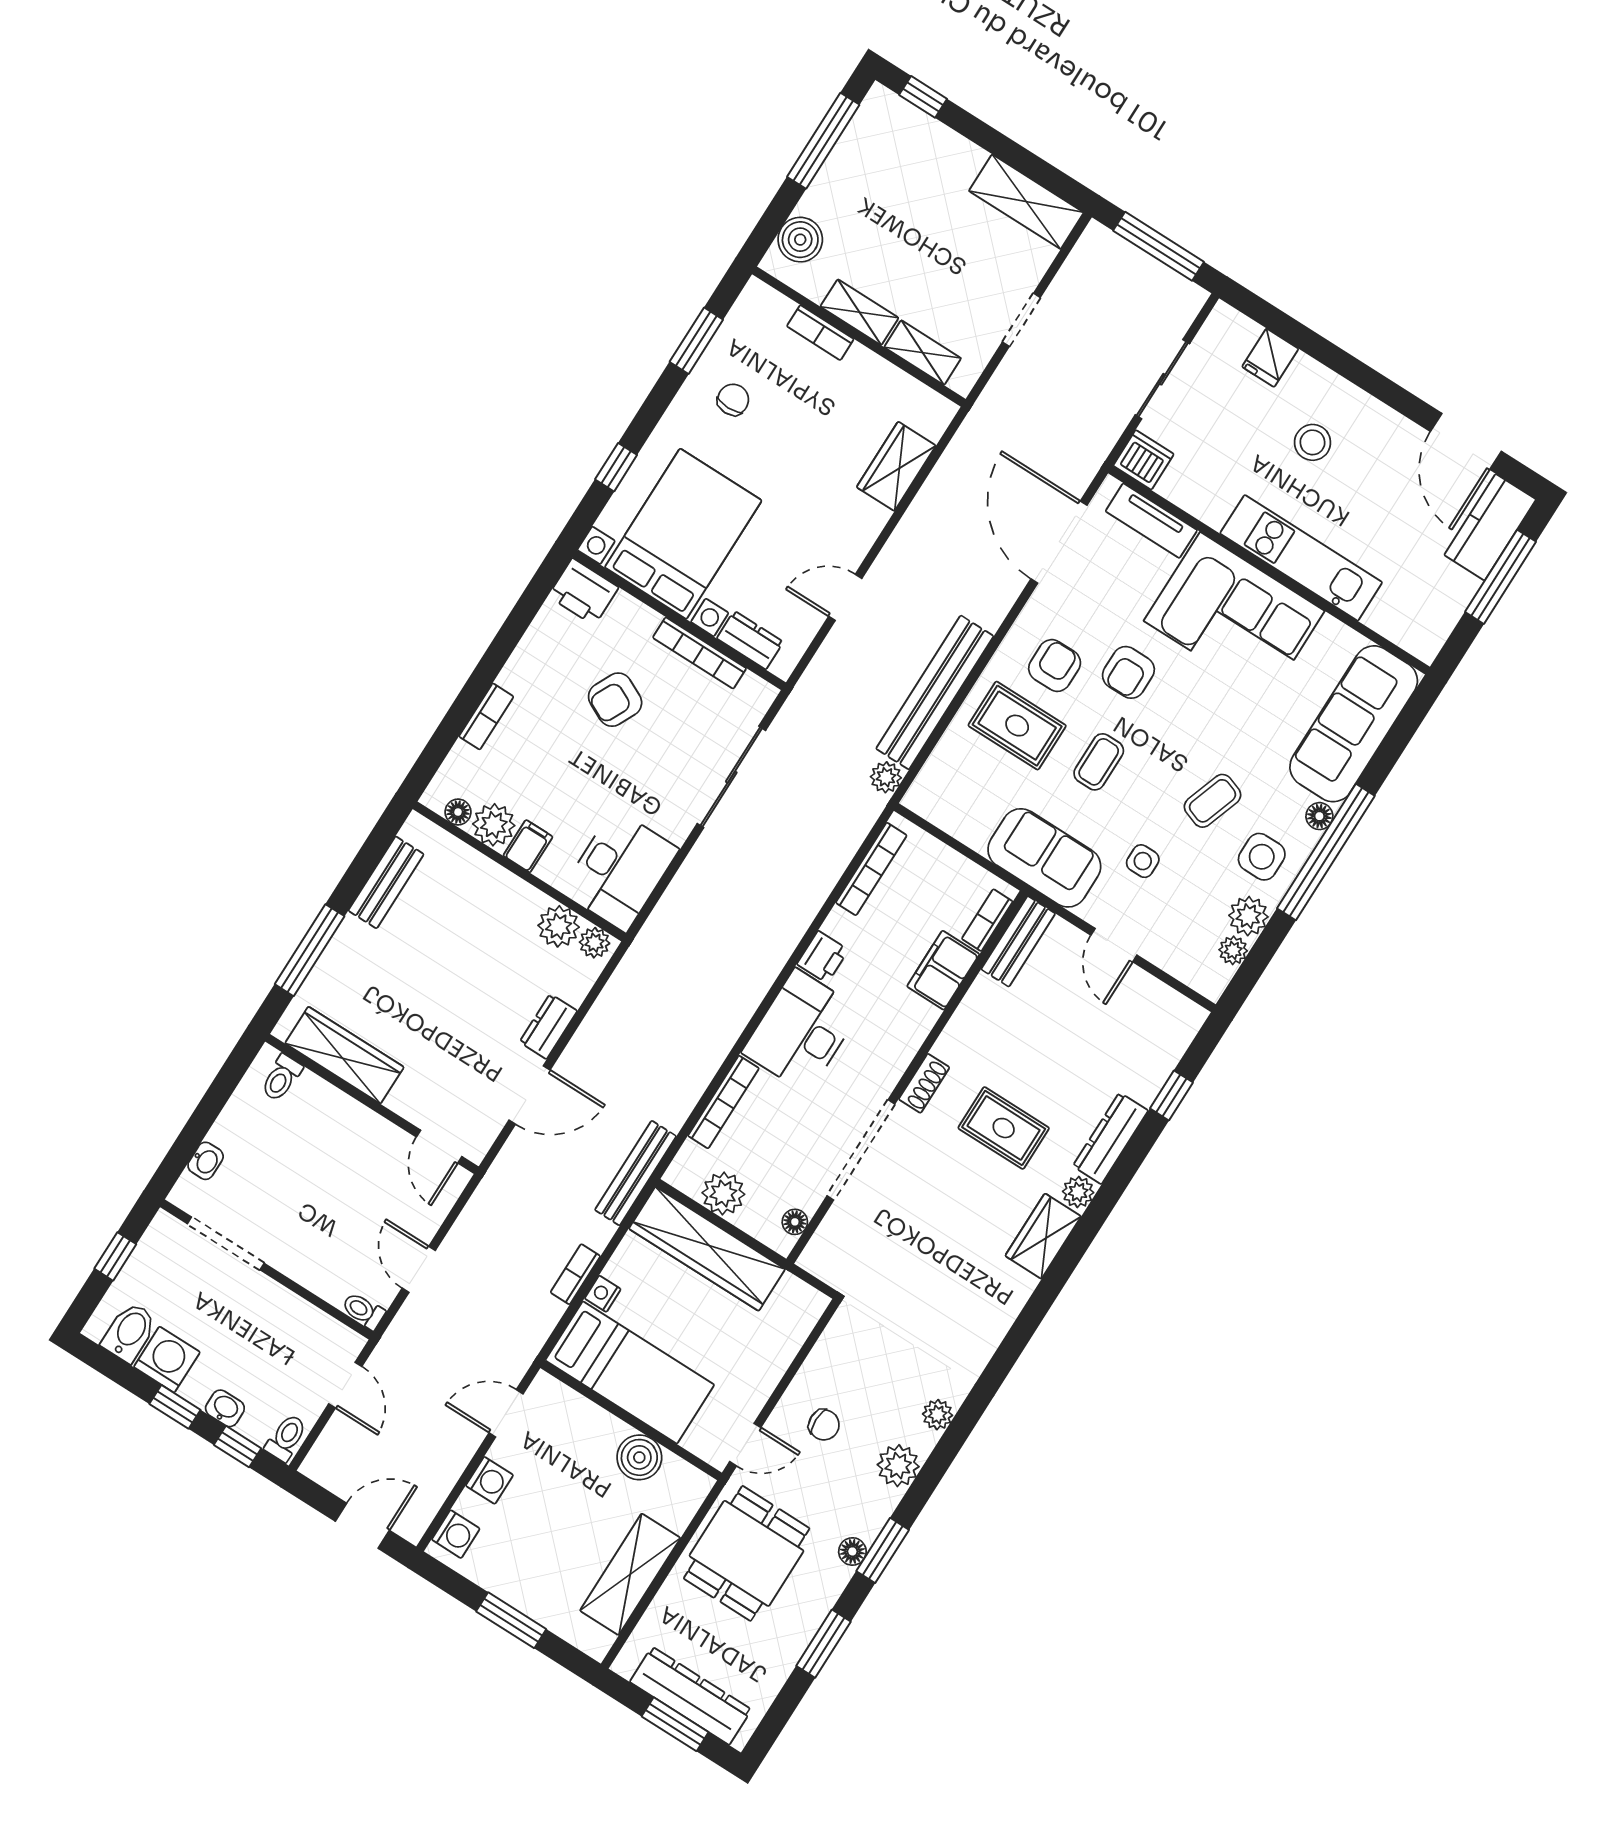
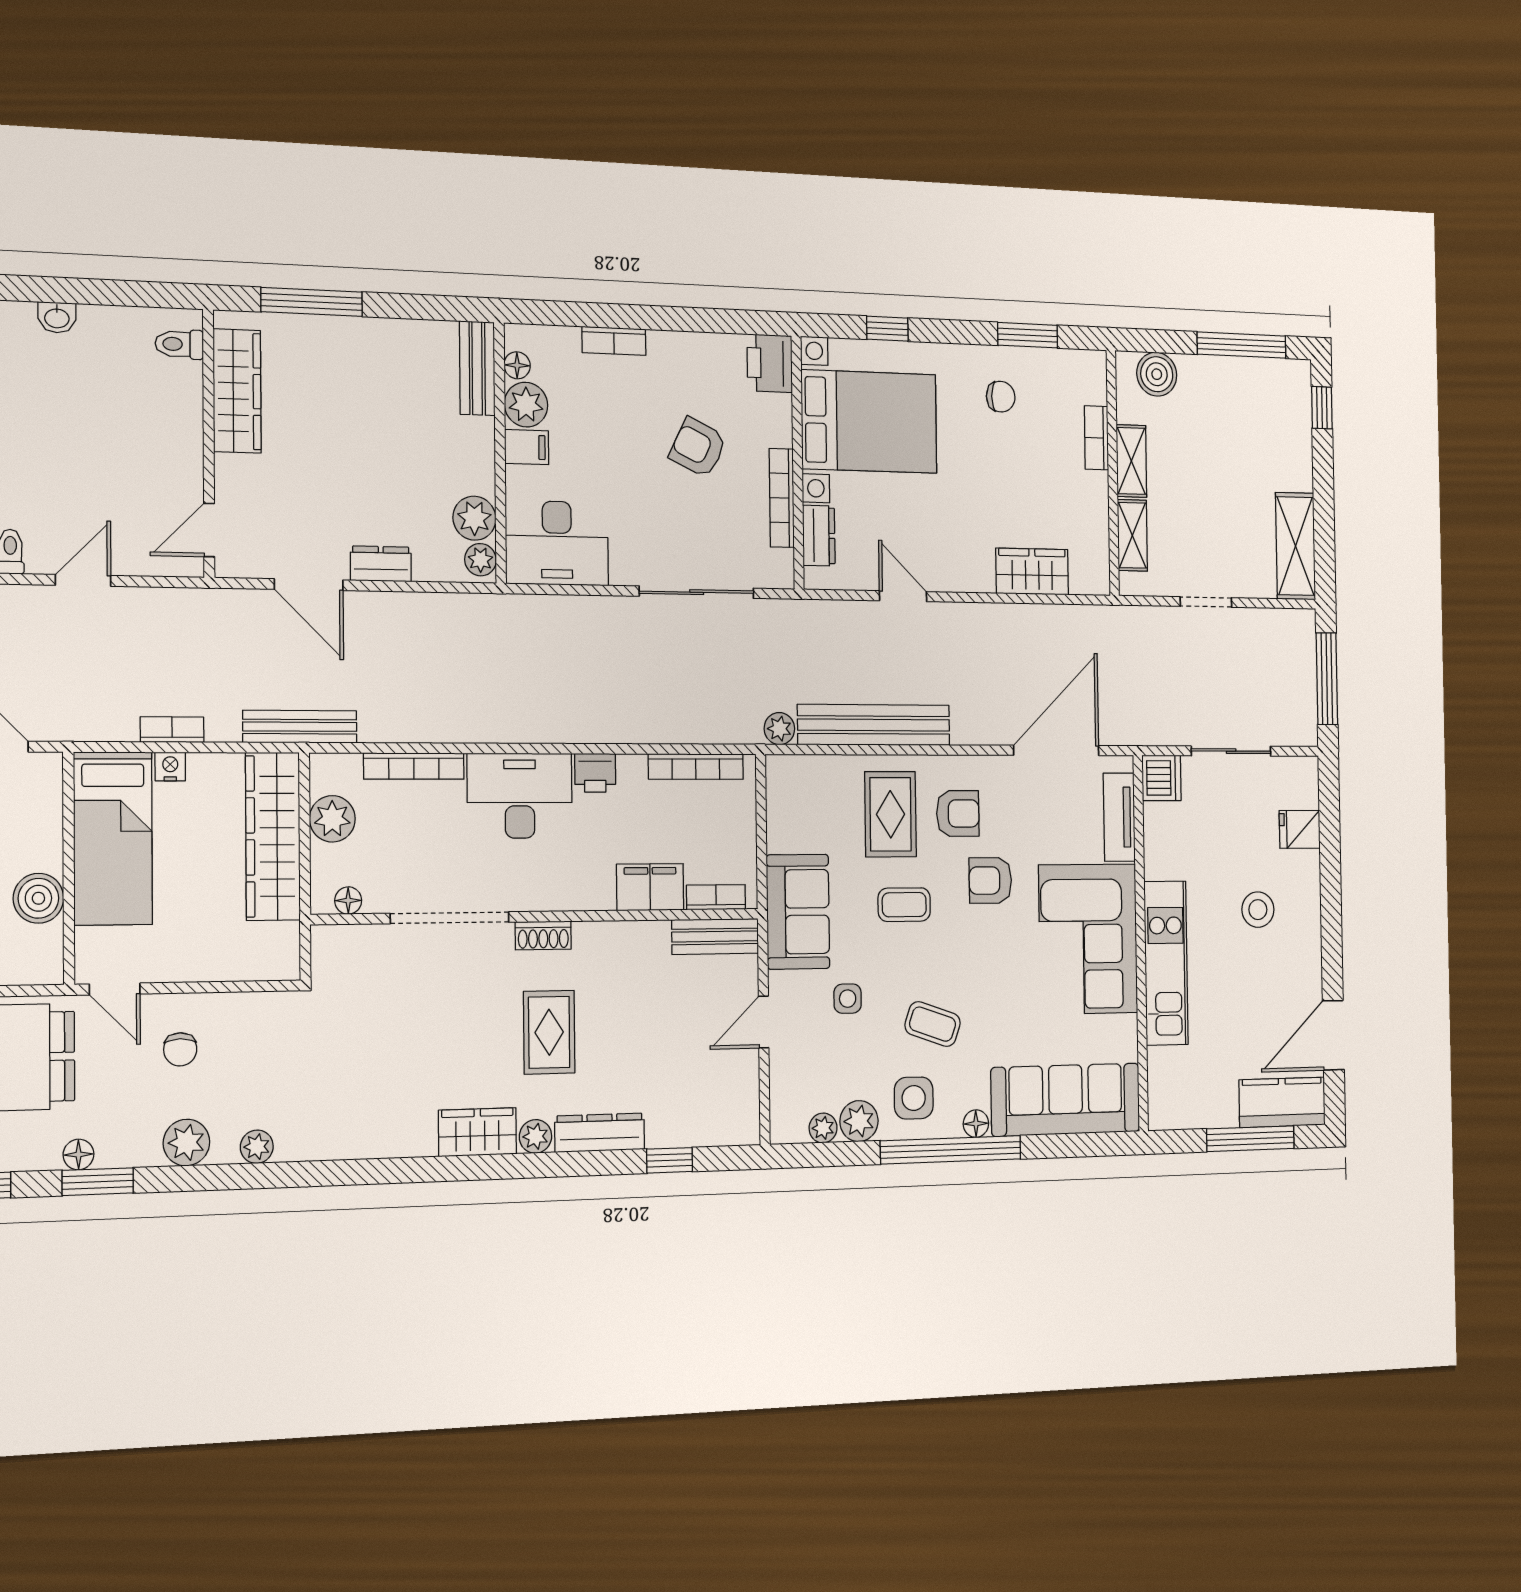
bench: (386, 882) -> (477, 368), moved, turned 90

